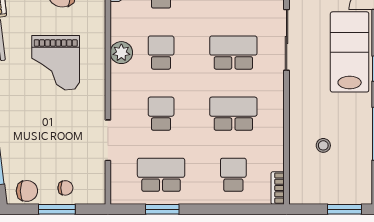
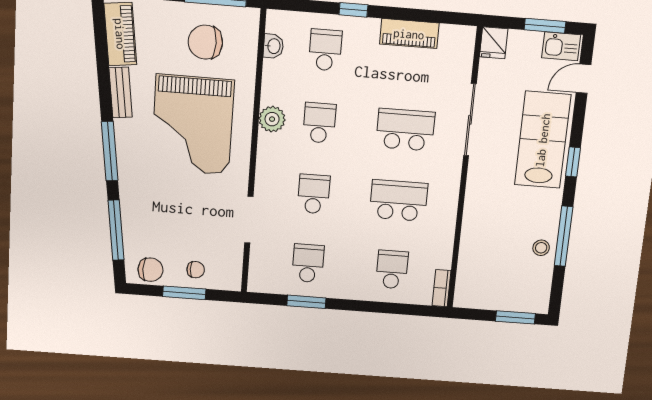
grand piano: (56, 63) -> (193, 125), width x1.37, depth x1.48
stool: (323, 145) -> (541, 248), moved
school desk: (161, 175) -> (308, 263), width x0.54

